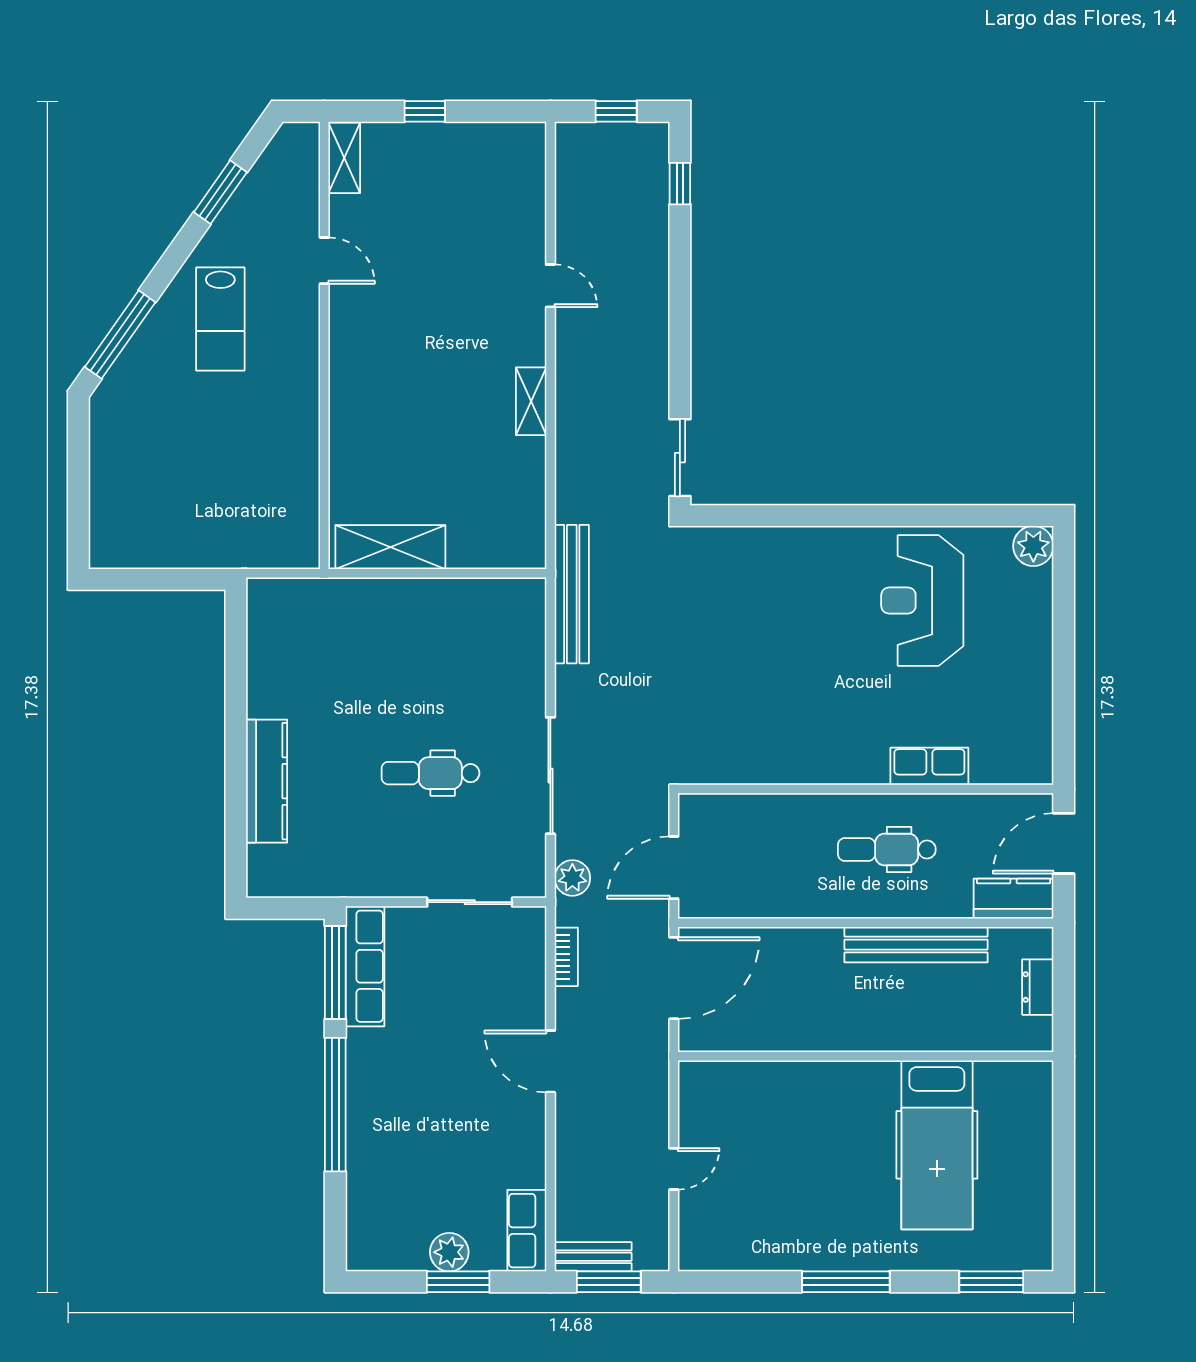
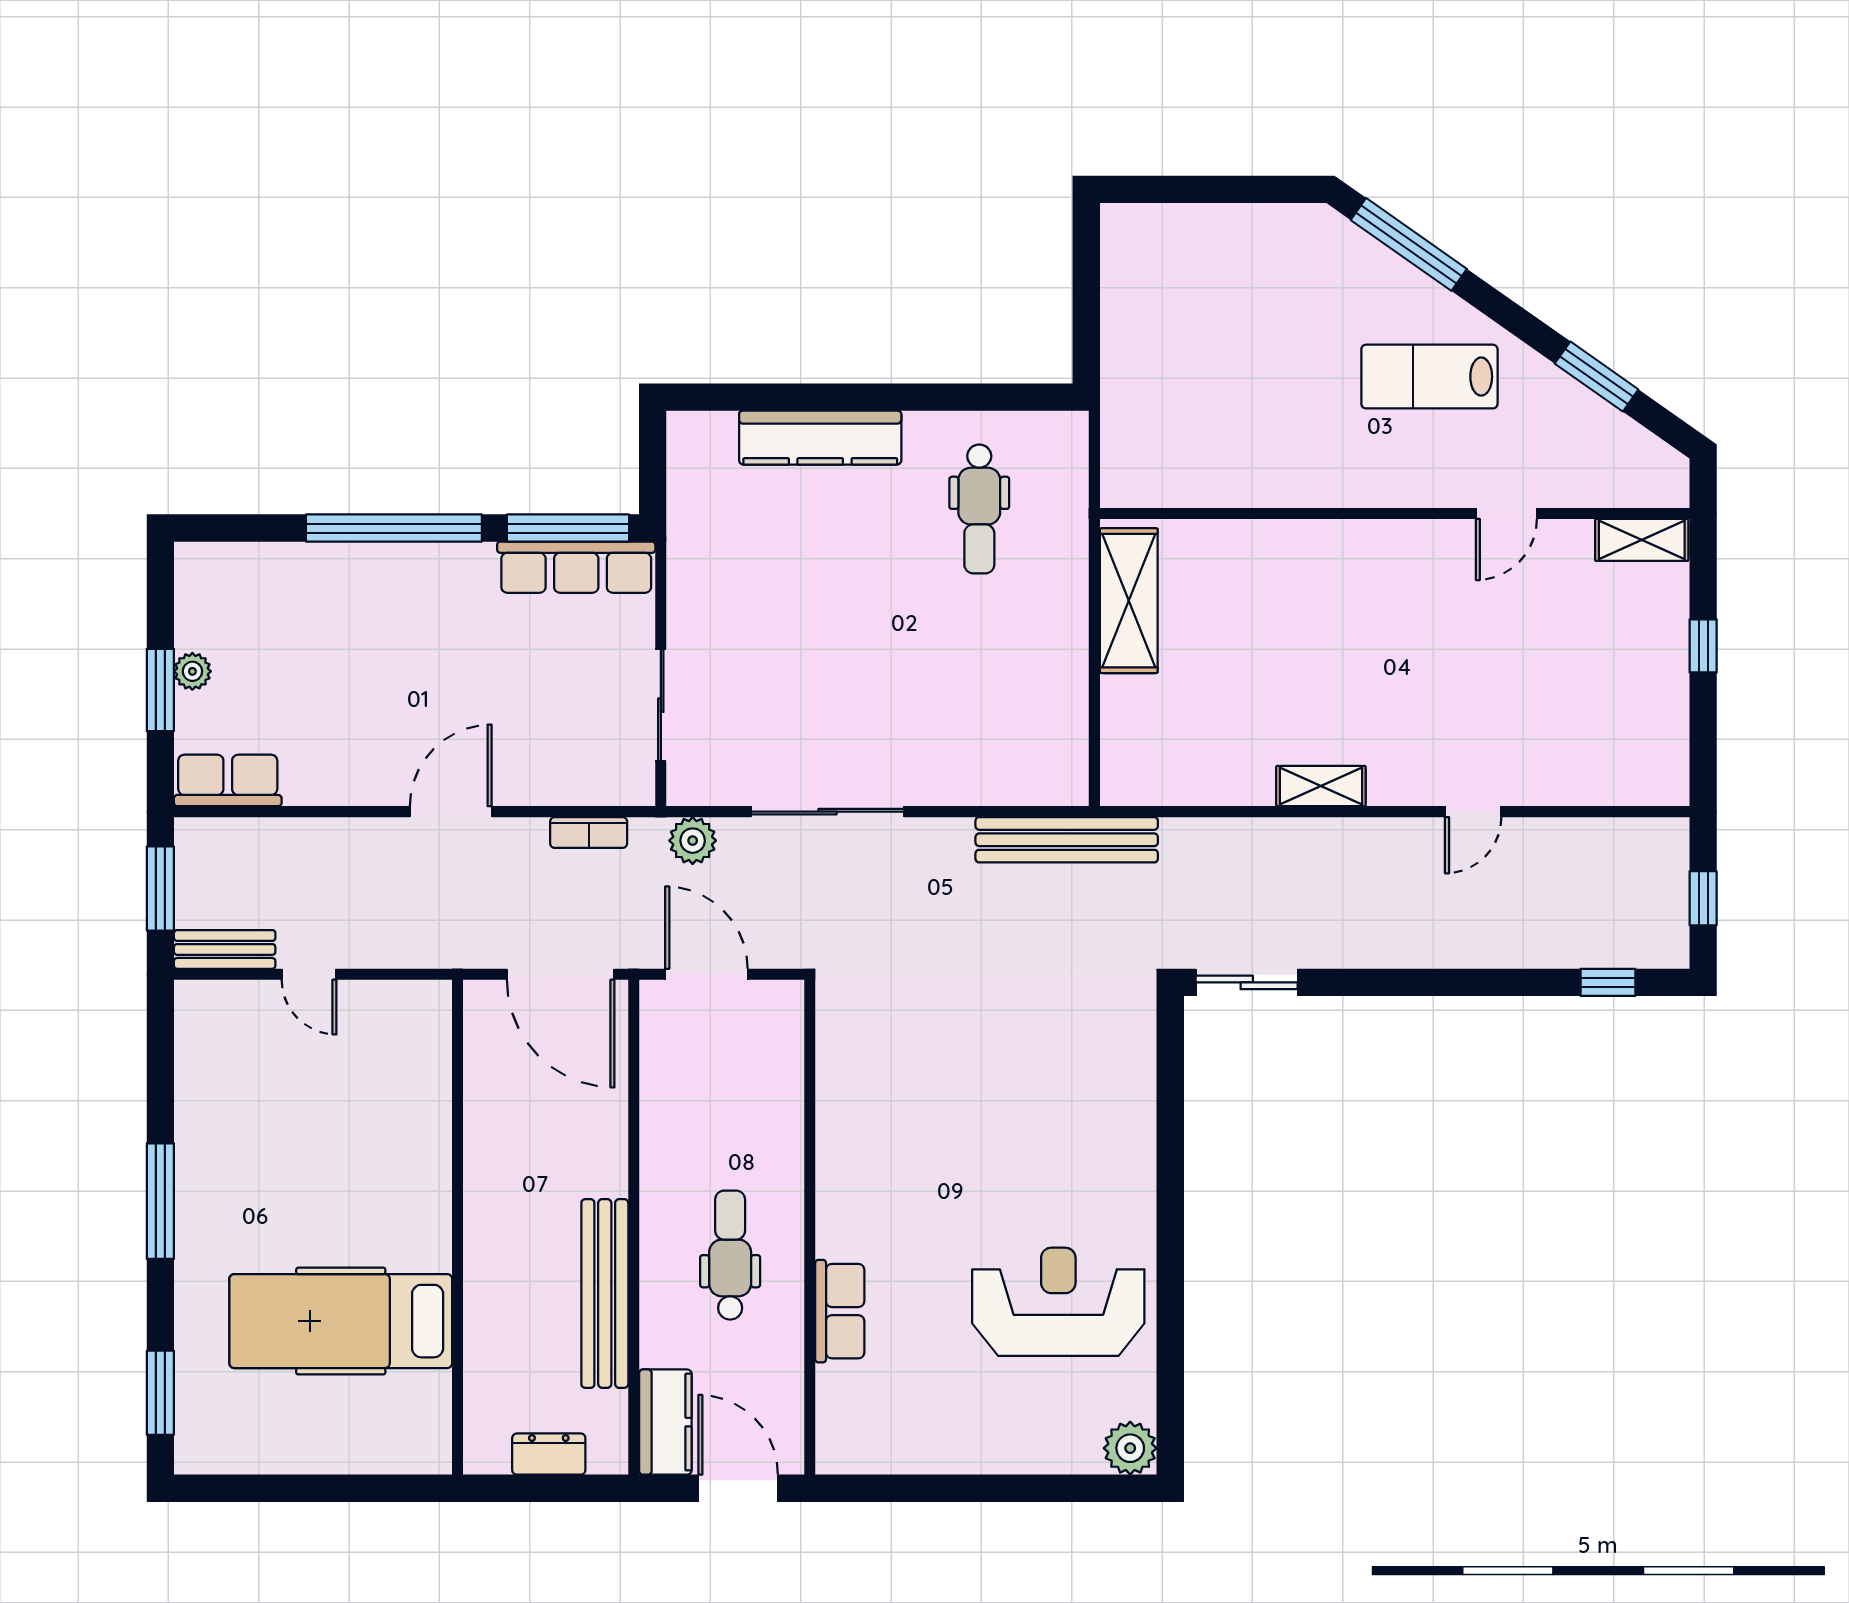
dental chair: (430, 773) -> (979, 509), moved, turned 180
plant: (449, 1252) -> (192, 671), width x0.73, depth x0.73
bench: (593, 1257) -> (225, 949), moved, turned 90

